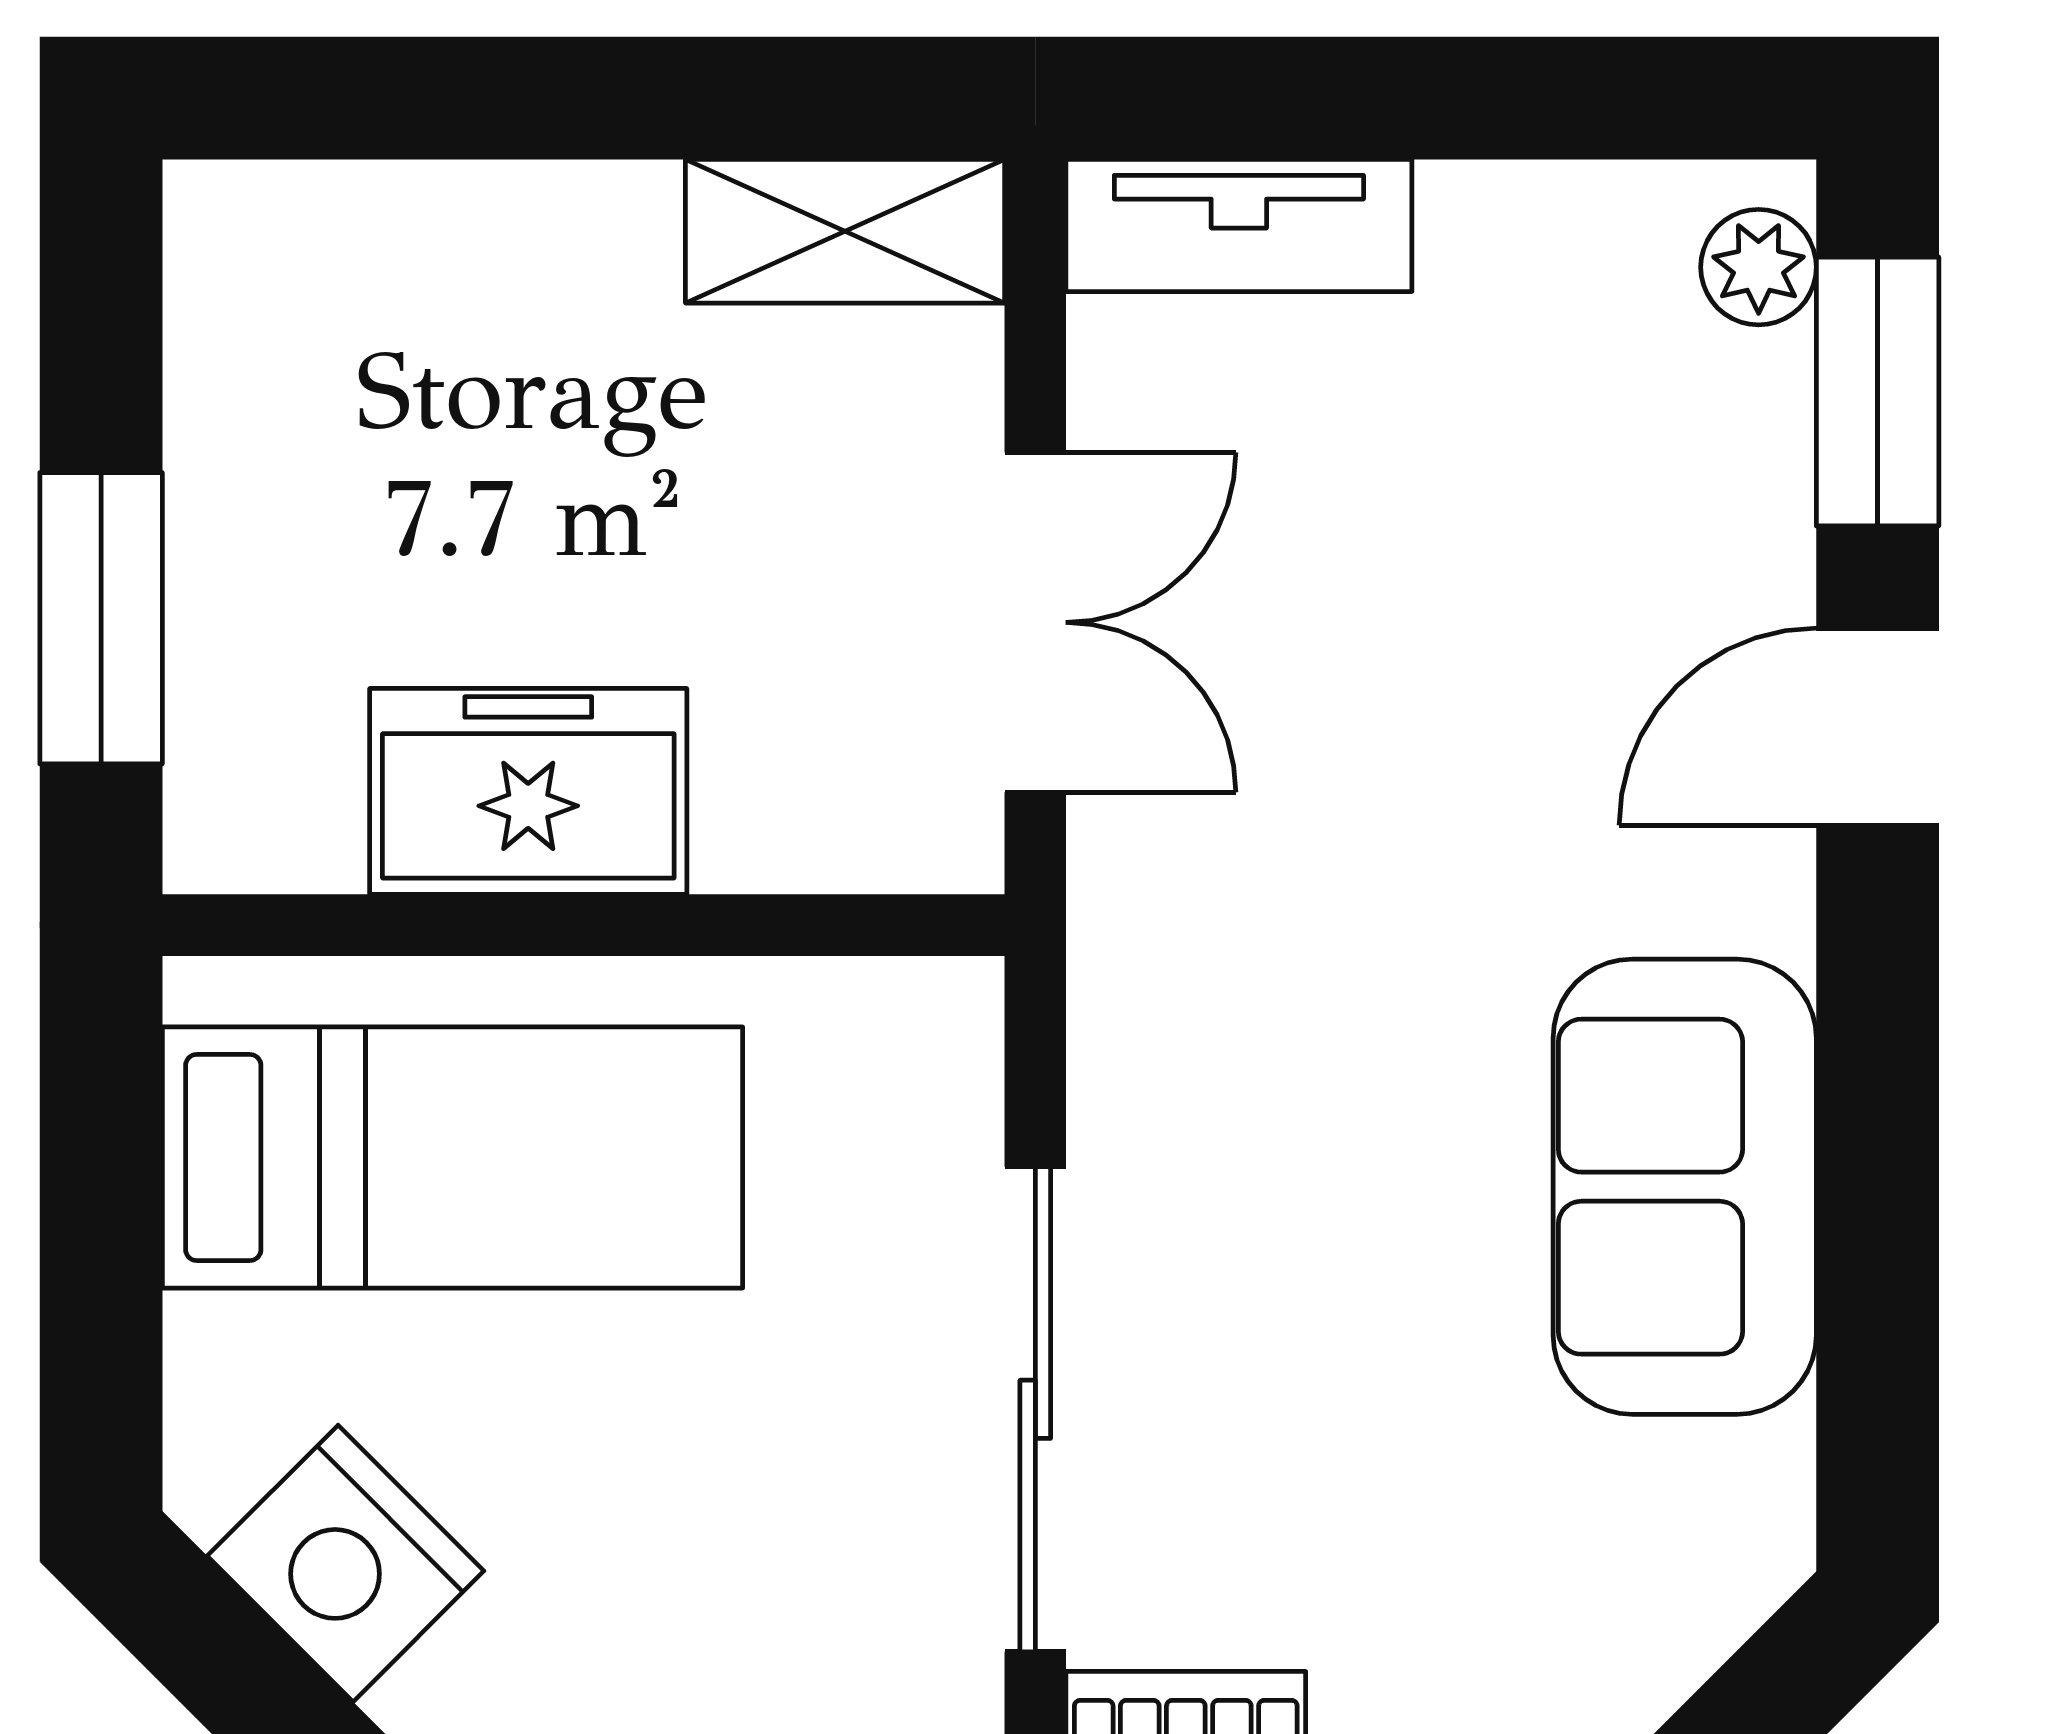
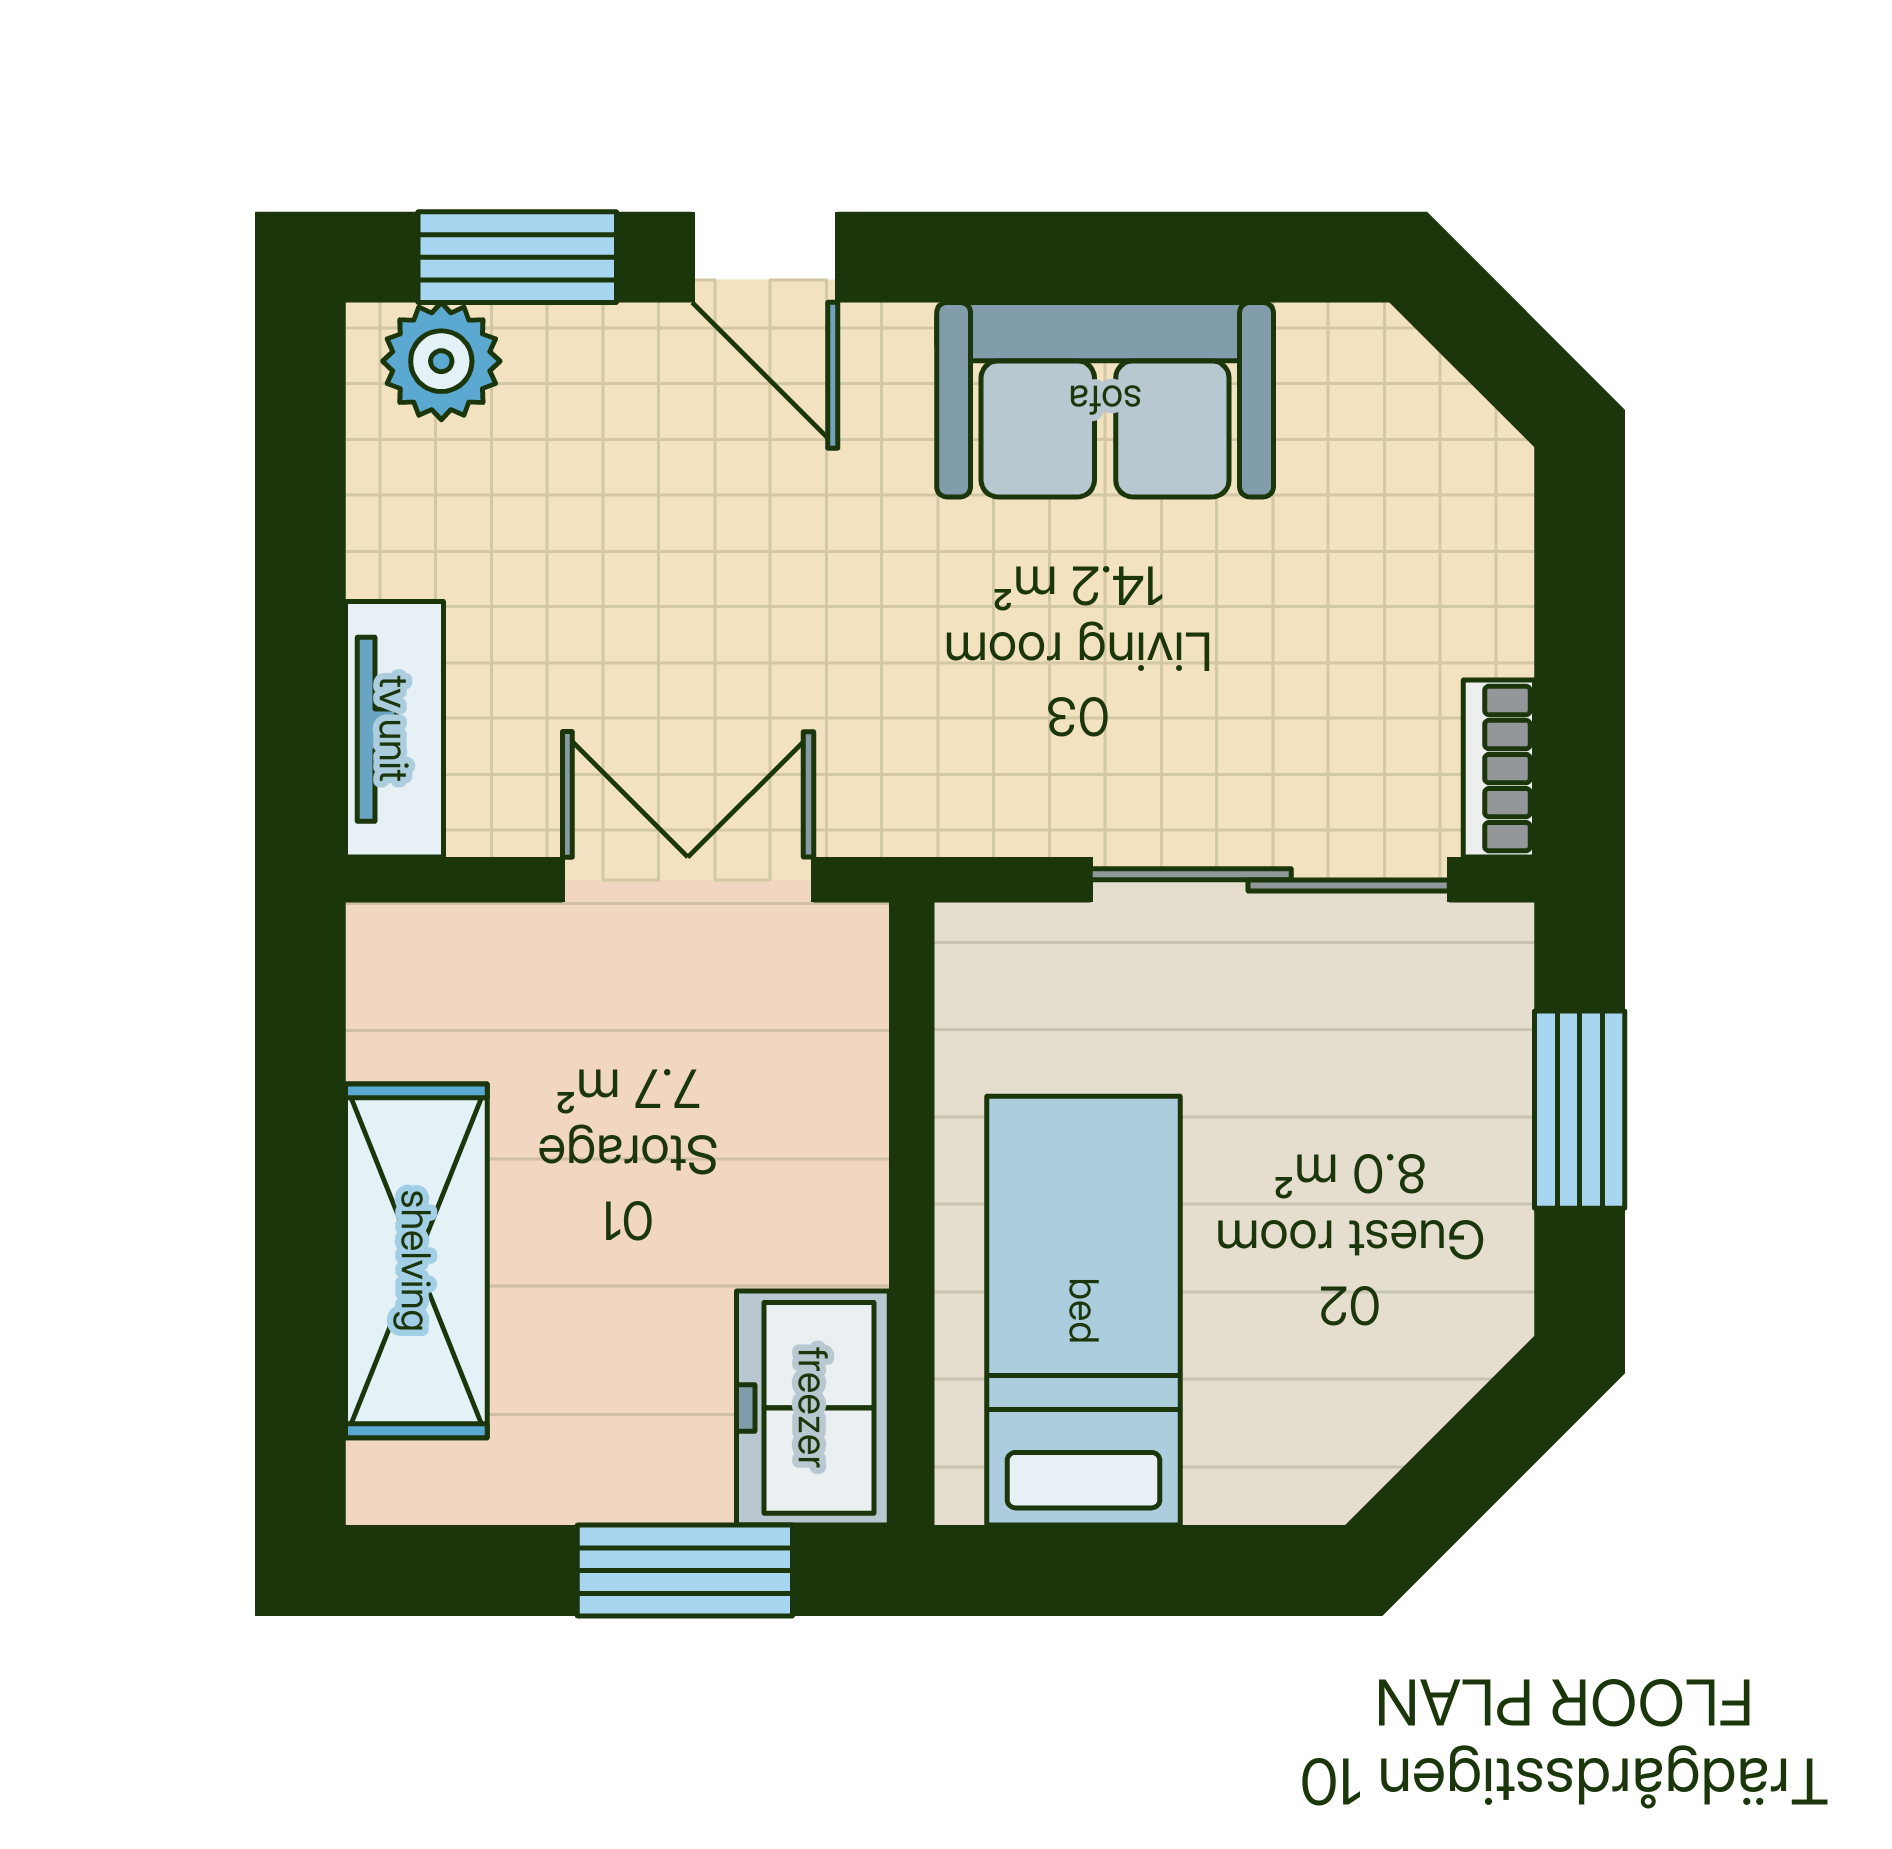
shelving: (845, 231) -> (416, 1261), moved, width x1.50, depth x1.33
plant: (1759, 267) -> (441, 361), width x1.38, depth x1.38
freezer: (528, 791) -> (813, 1408), moved
nightstand: (346, 1563) -> (1384, 1390), removed

